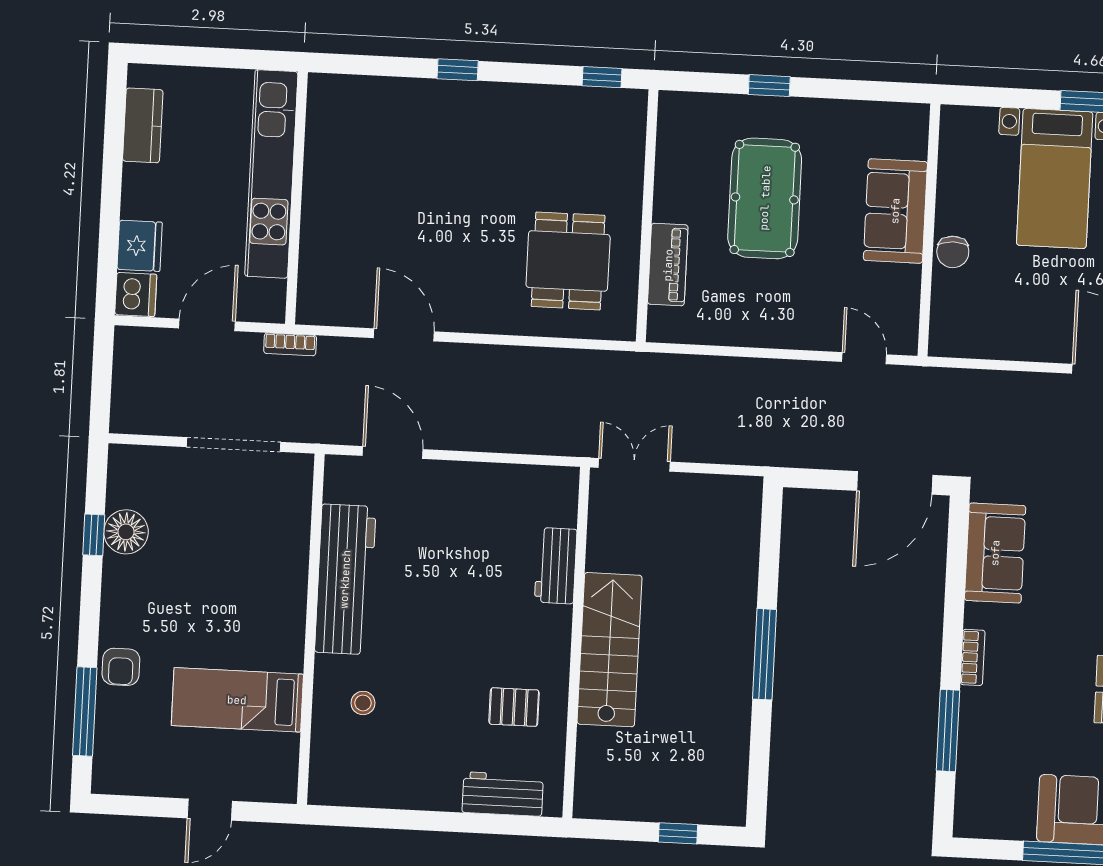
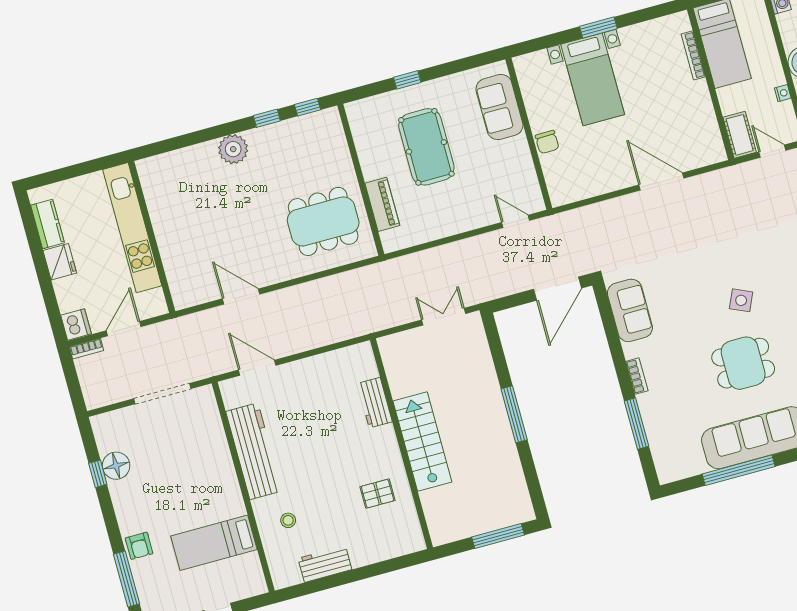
window: (458, 70) -> (267, 118), moved
plant: (466, 104) -> (233, 149), added
sofa: (895, 211) -> (499, 107), moved
fridge: (140, 246) -> (60, 262), moved
dining table: (568, 261) -> (323, 221), width x1.38
bookcase: (290, 344) -> (86, 349), moved
double door: (634, 465) -> (444, 317), moved
workbench: (503, 794) -> (325, 564), moved
window: (678, 833) -> (498, 536), width x2.17

